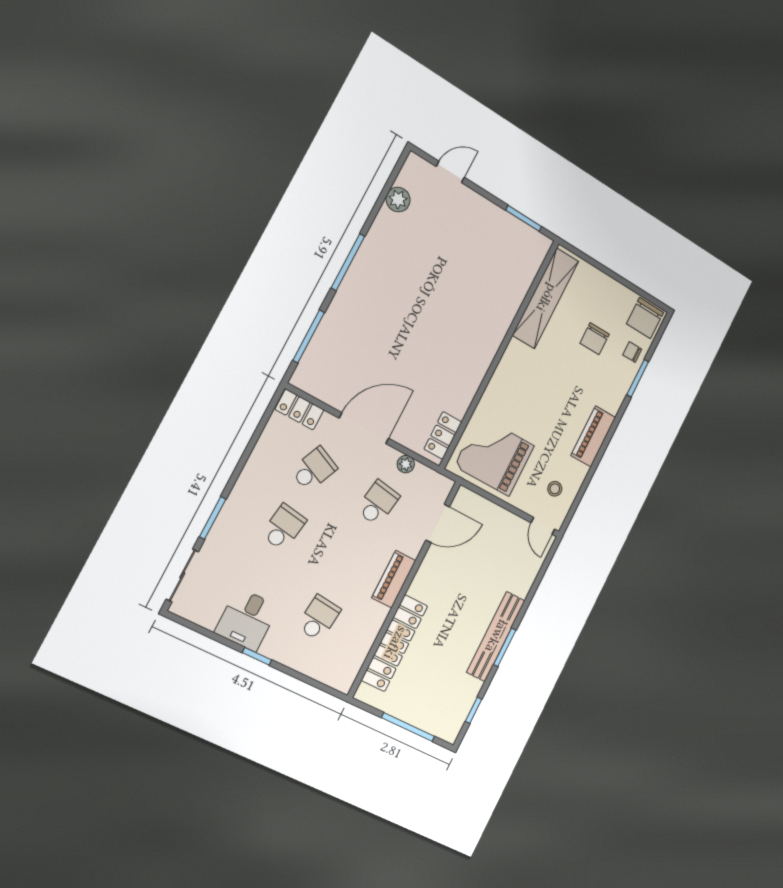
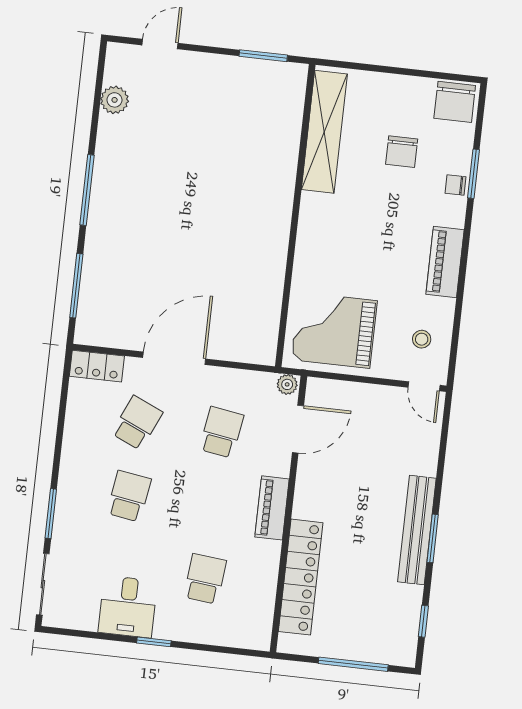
chair: (632, 352) -> (455, 185), moved
locker: (443, 435) -> (266, 331), removed
plant: (406, 464) -> (287, 384), moved

